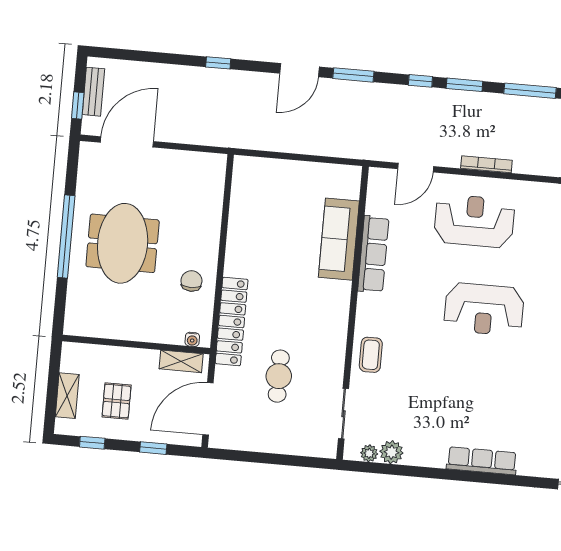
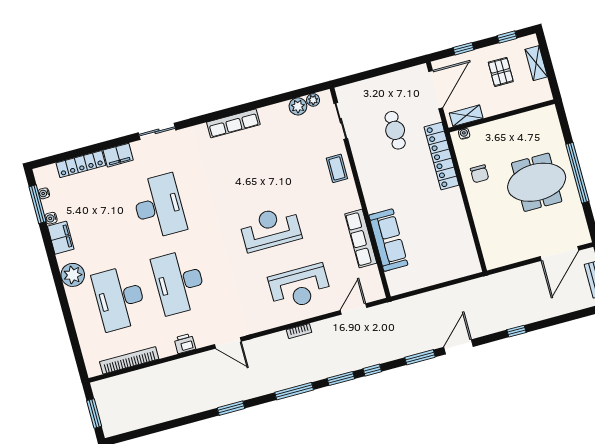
bookcase: (486, 164) -> (299, 331), width x0.64
meeting table: (123, 243) -> (537, 182), turned 90

